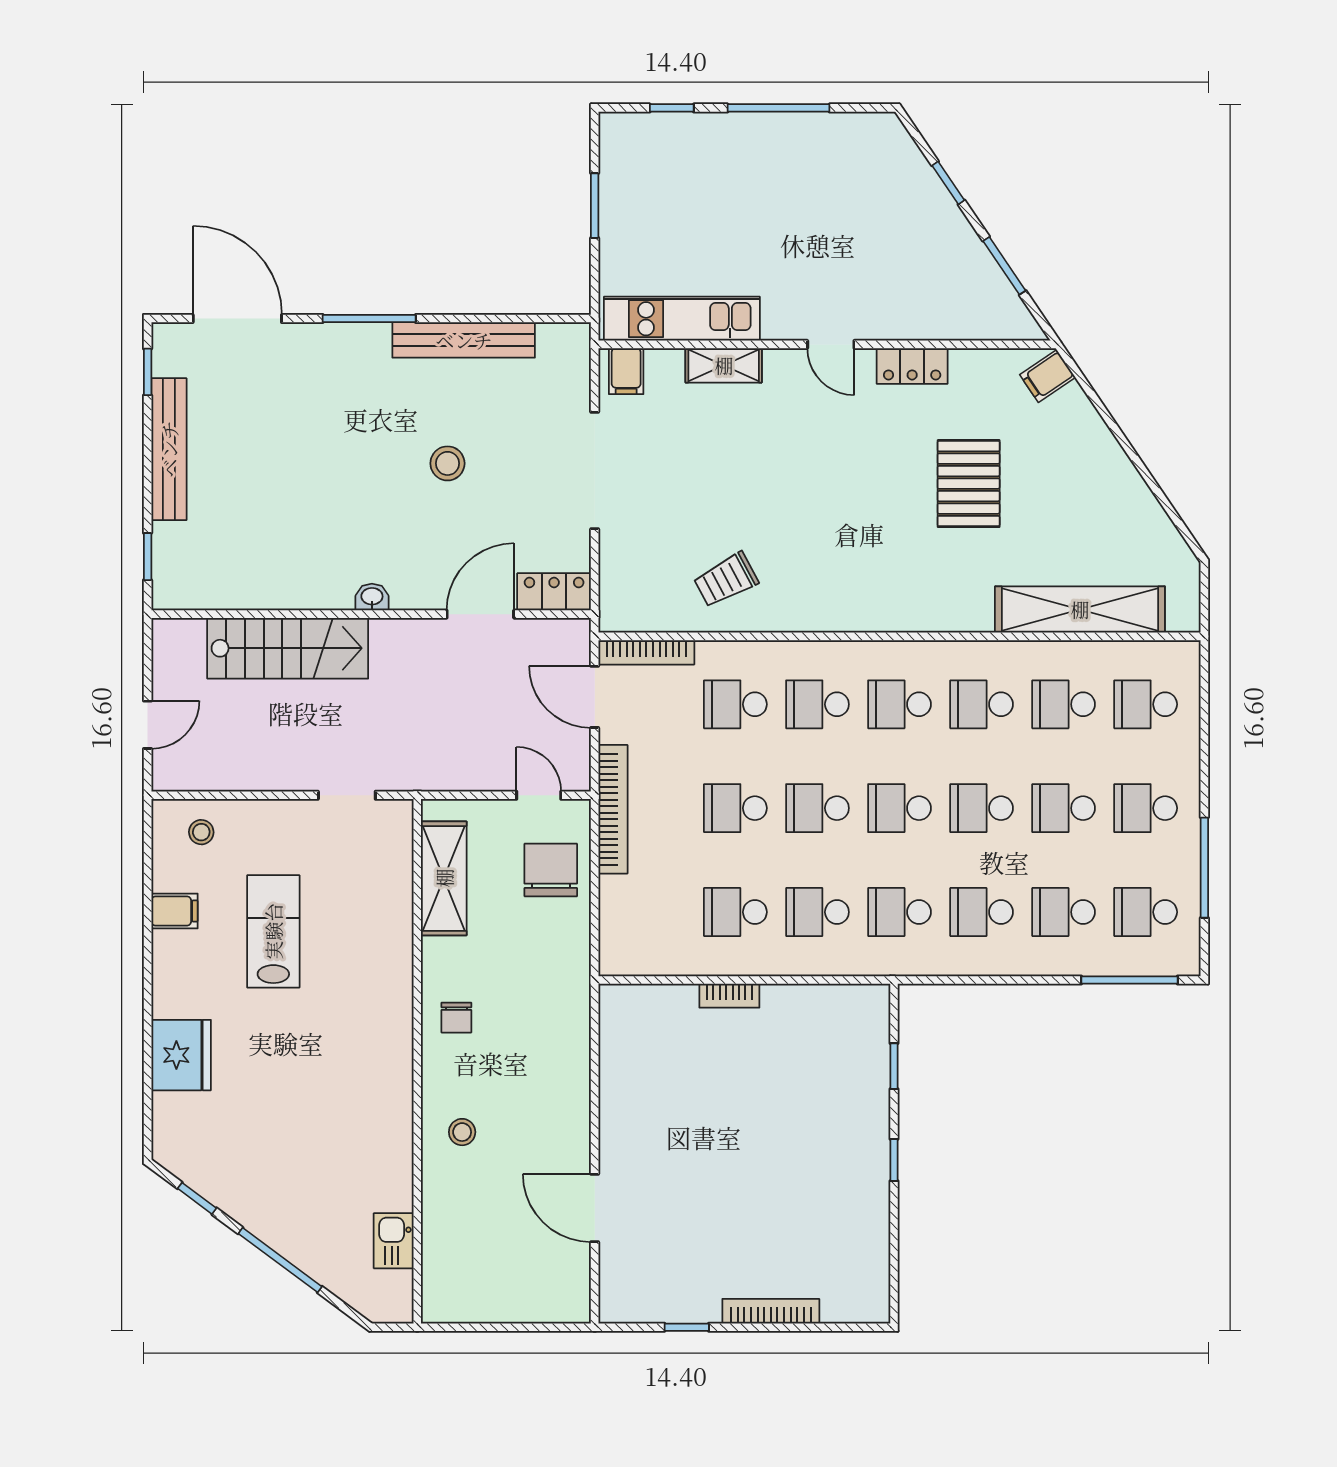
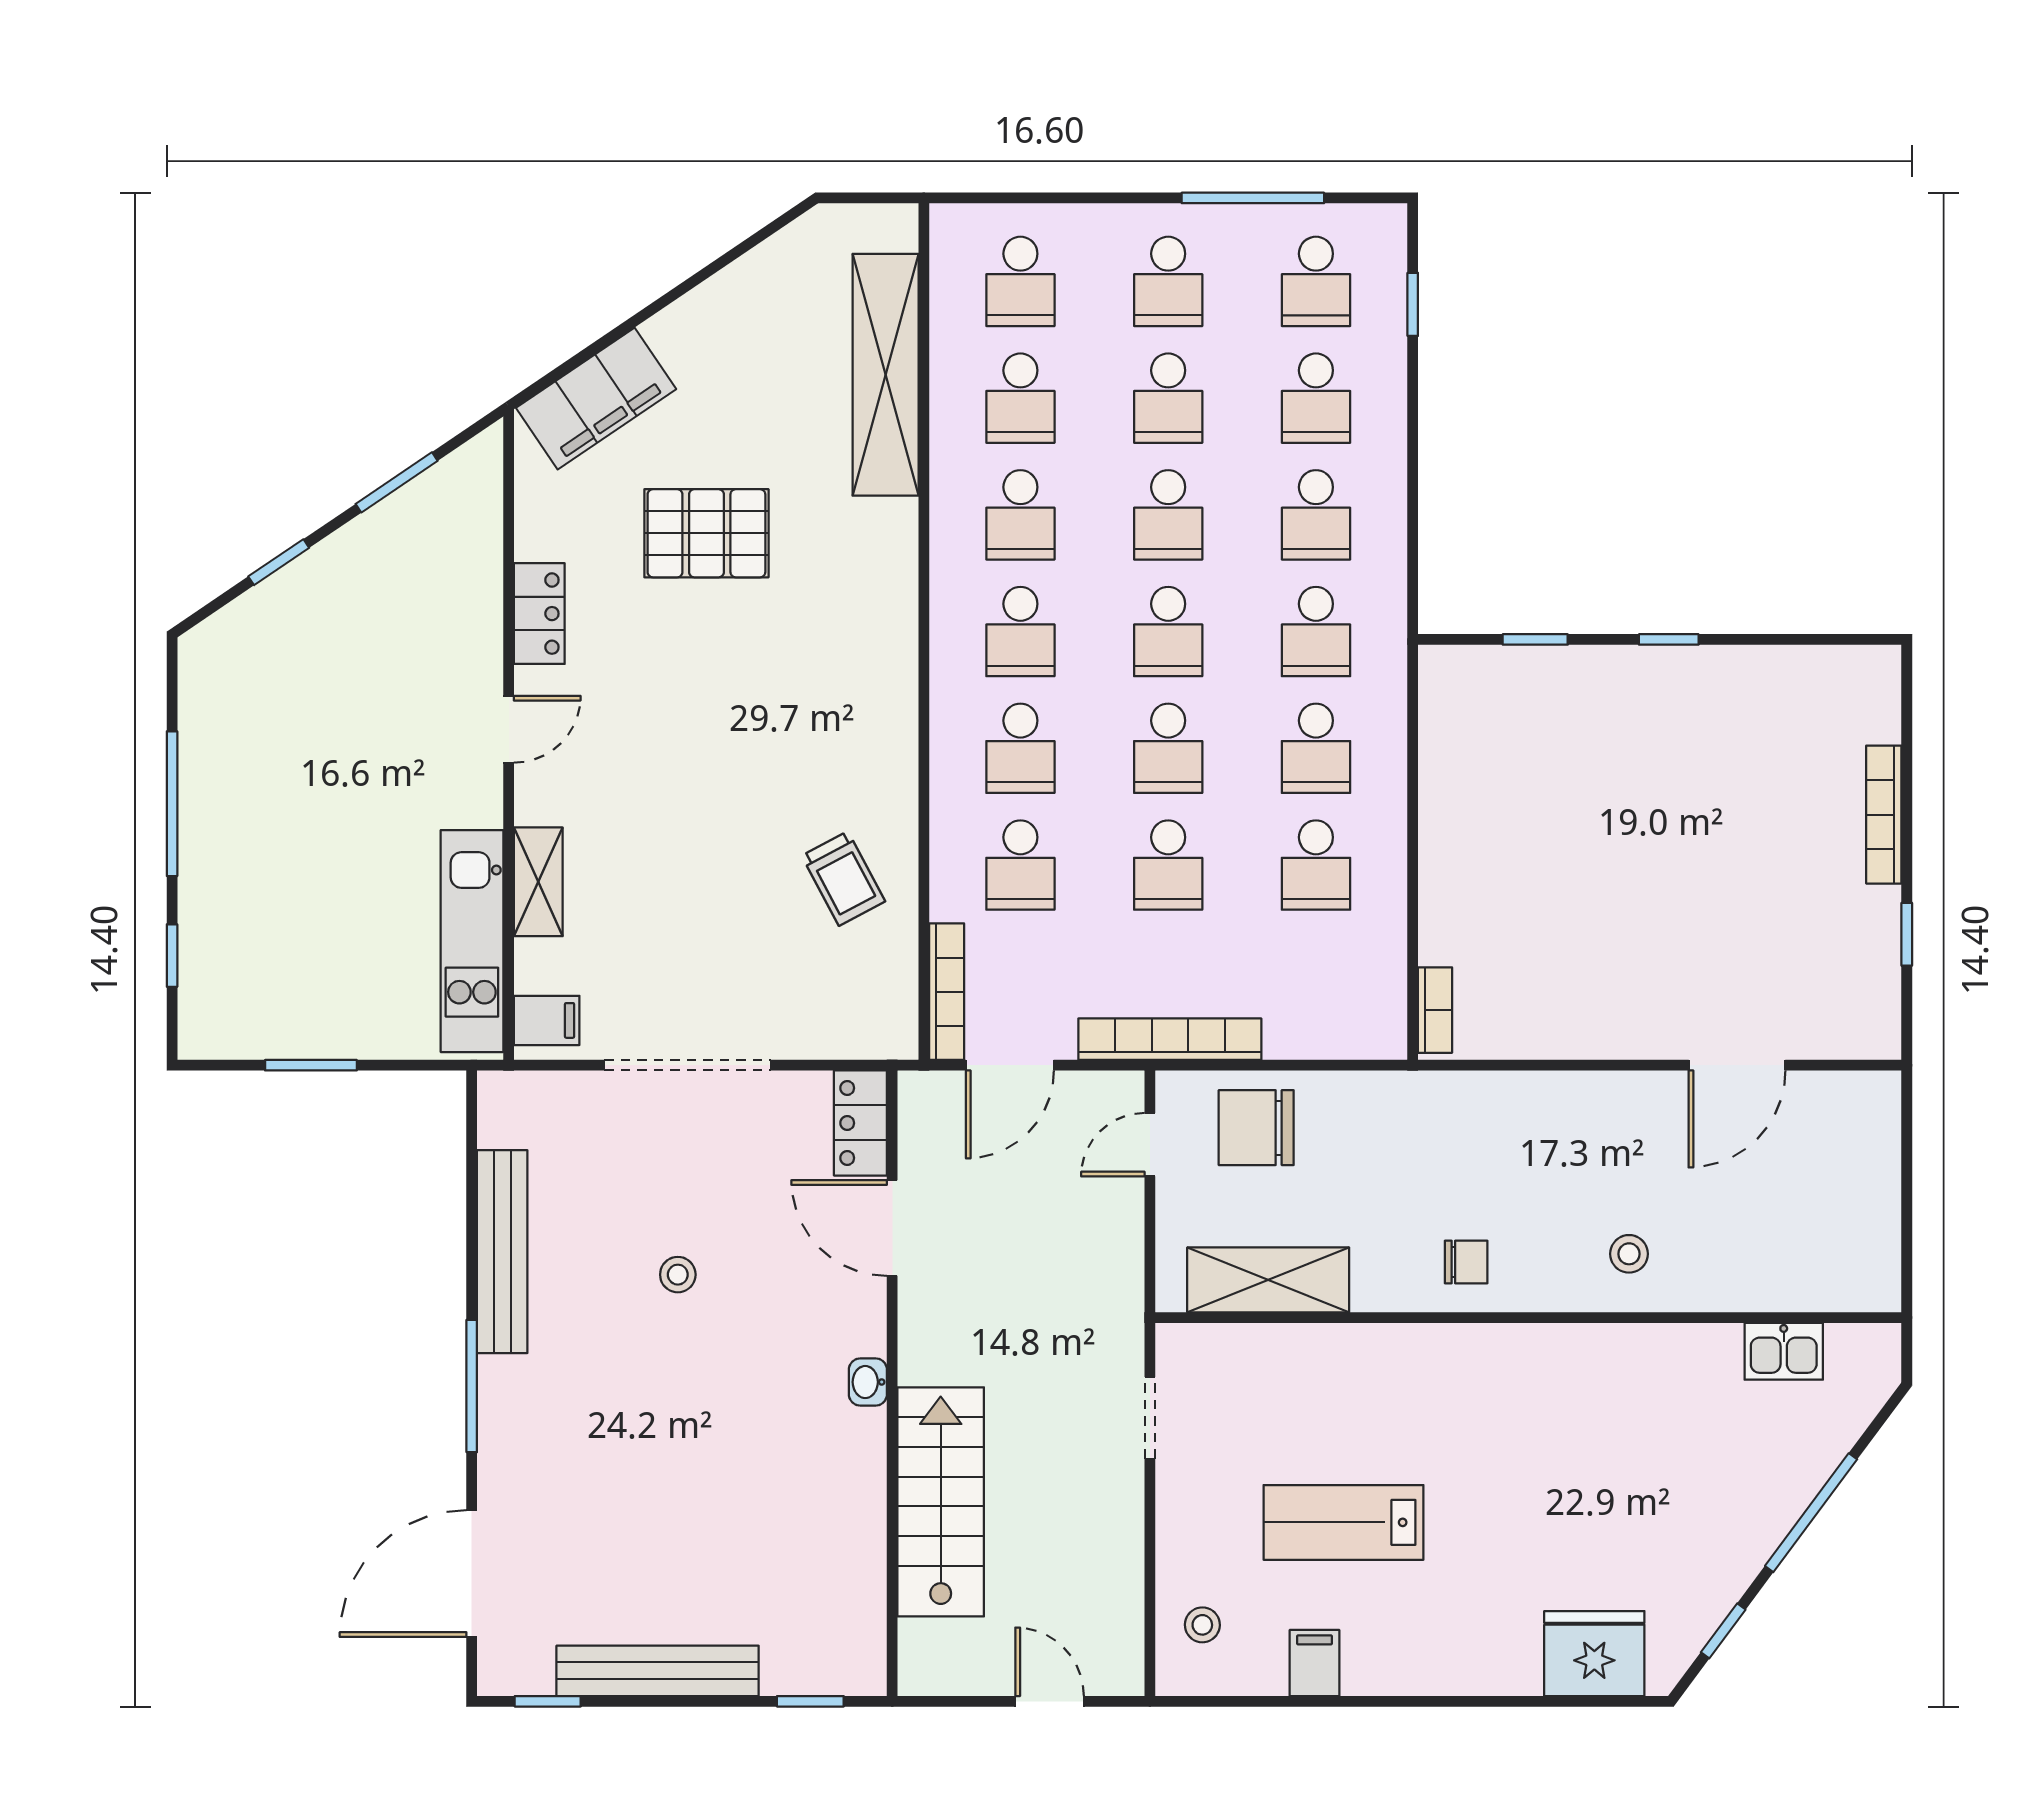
filing cabinet: (1048, 376) -> (596, 399), width x3.00, depth x1.17
stool: (447, 463) -> (678, 1275), width x0.73, depth x0.73
window: (1129, 980) -> (1413, 304), width x0.46
bookcase: (729, 996) -> (1435, 1010), moved
fridge: (181, 1055) -> (1594, 1654), moved

